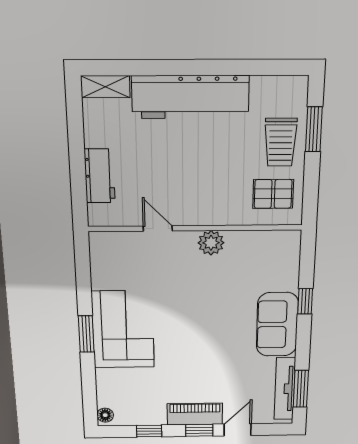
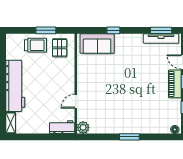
window: (314, 129) -> (46, 30), moved
workbench: (100, 176) -> (62, 127), moved
plant: (211, 243) -> (83, 127), moved
sofa: (277, 324) -> (97, 44), moved
corner sofa: (123, 330) -> (127, 119), removed

